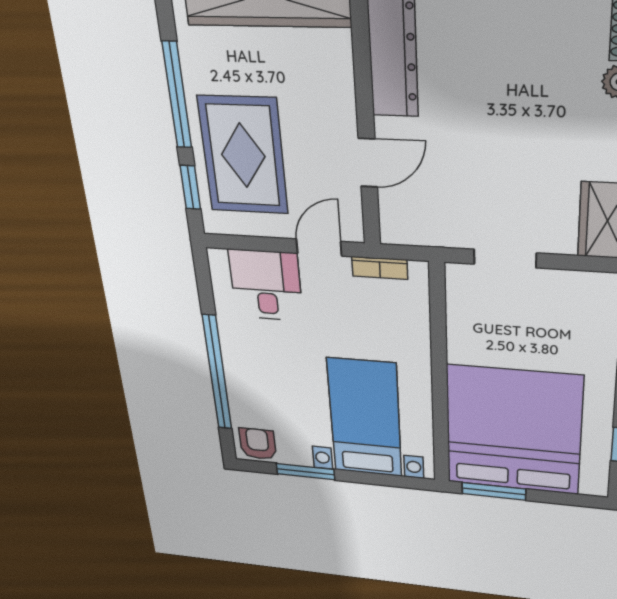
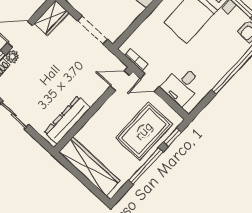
door: (368, 163) -> (120, 81), moved
doorway: (505, 259) -> (92, 30), width x1.38

